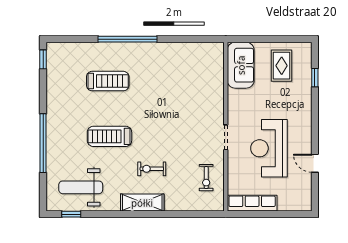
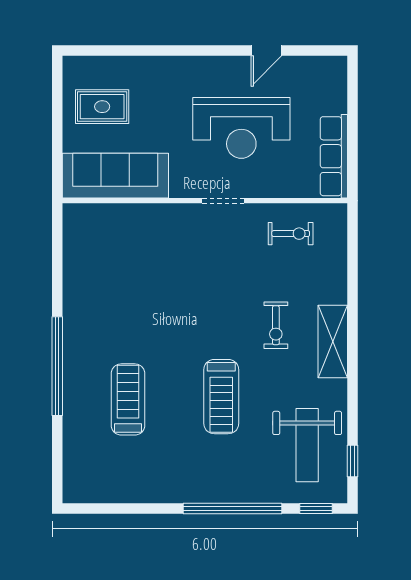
window: (43, 59) -> (316, 509), moved
sofa: (241, 65) -> (115, 176), width x1.36
window: (315, 78) -> (122, 50), removed

